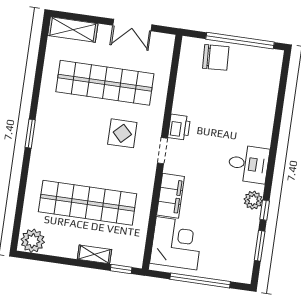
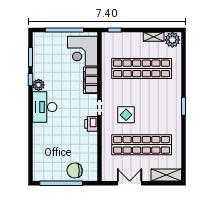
desk: (248, 164) -> (45, 107), width x1.37
shelving: (94, 254) -> (154, 37), moved

